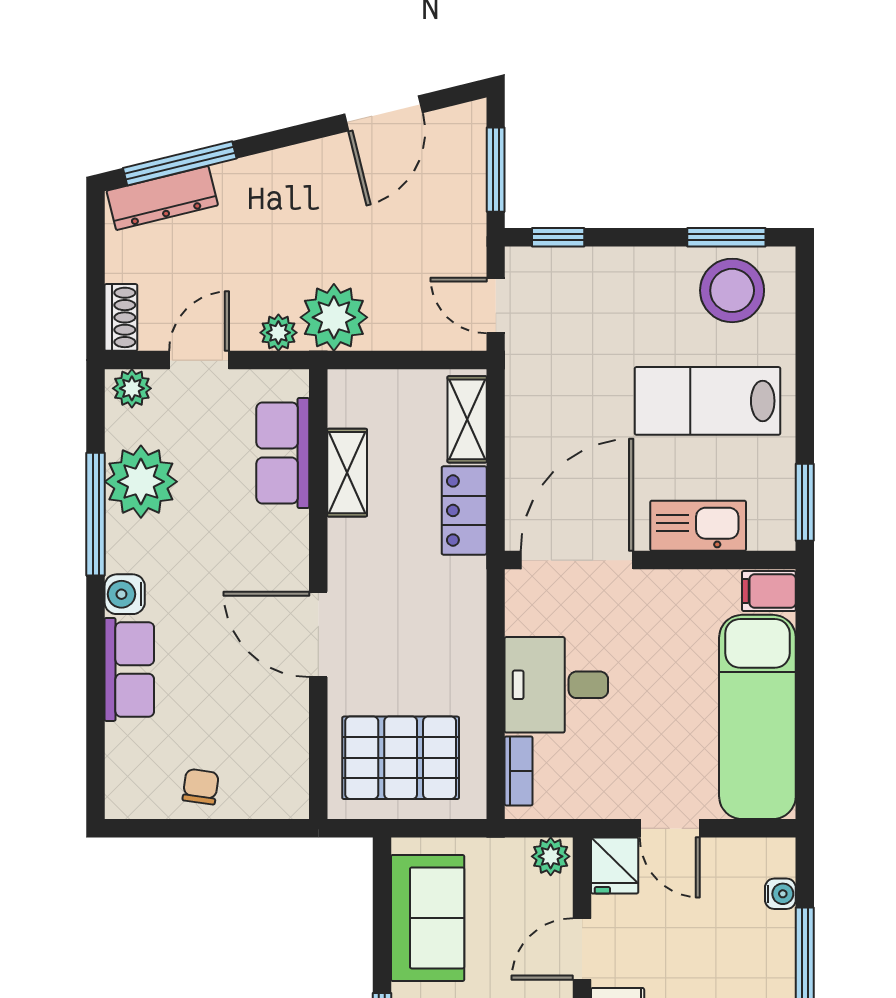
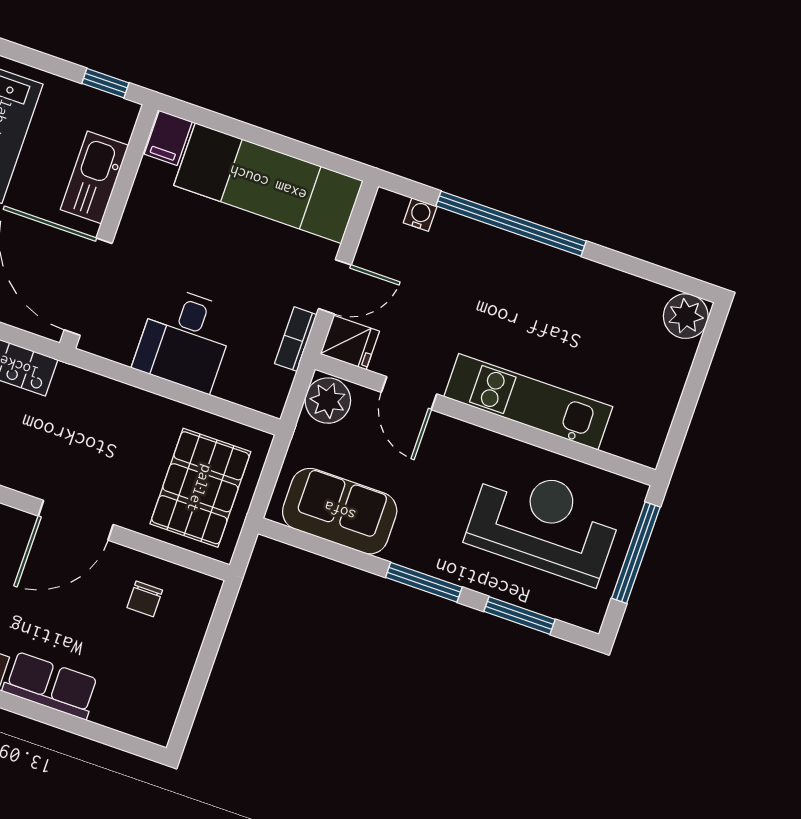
window: (805, 502) -> (105, 83), width x0.67
bookcase: (519, 771) -> (296, 339), moved, turned -90
chair: (201, 787) -> (145, 599), moved, turned -98
plant: (551, 856) -> (328, 401), width x1.38, depth x1.38

